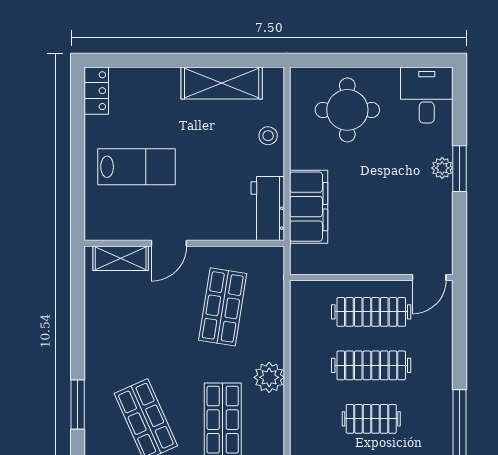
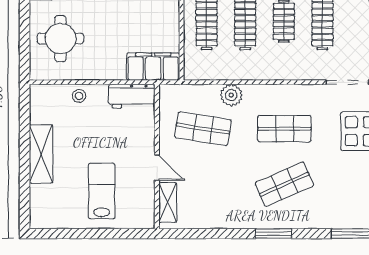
shelving: (222, 83) -> (41, 154), moved
locker: (96, 91) -> (47, 220), removed
filing cabinet: (309, 207) -> (153, 67), moved
plant: (269, 377) -> (231, 95), moved

